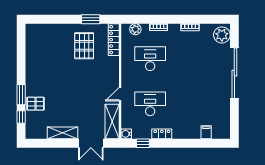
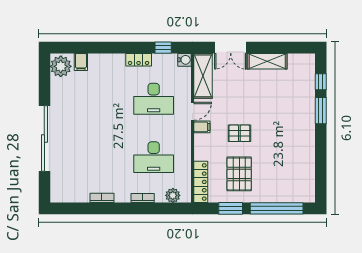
window: (55, 19) -> (277, 208), added
plant: (222, 35) -> (61, 66), moved
filing cabinet: (113, 82) -> (202, 127), added
pallet: (36, 104) -> (239, 133), moved
double door: (91, 143) -> (231, 48), swing flipped

